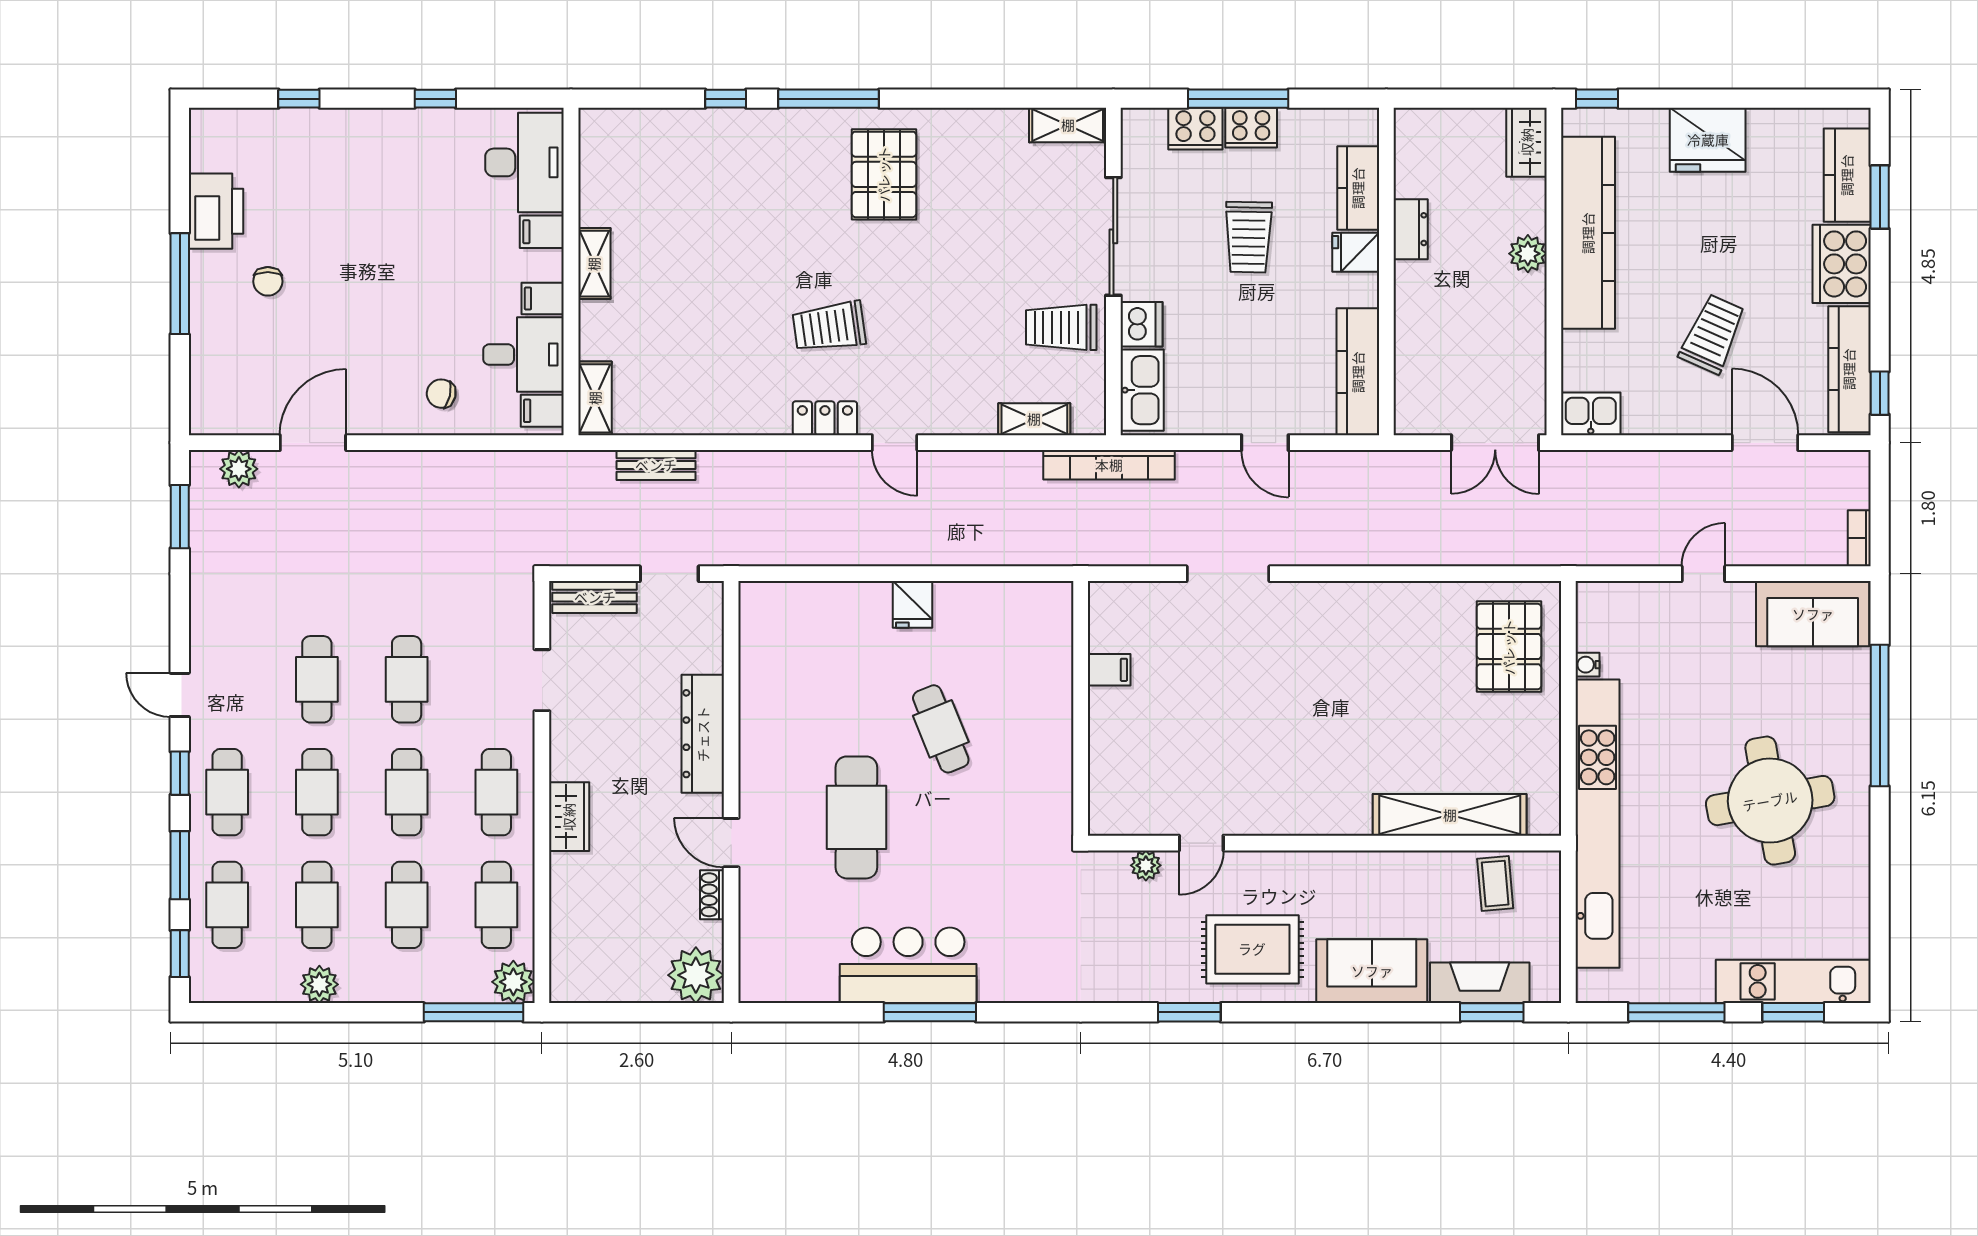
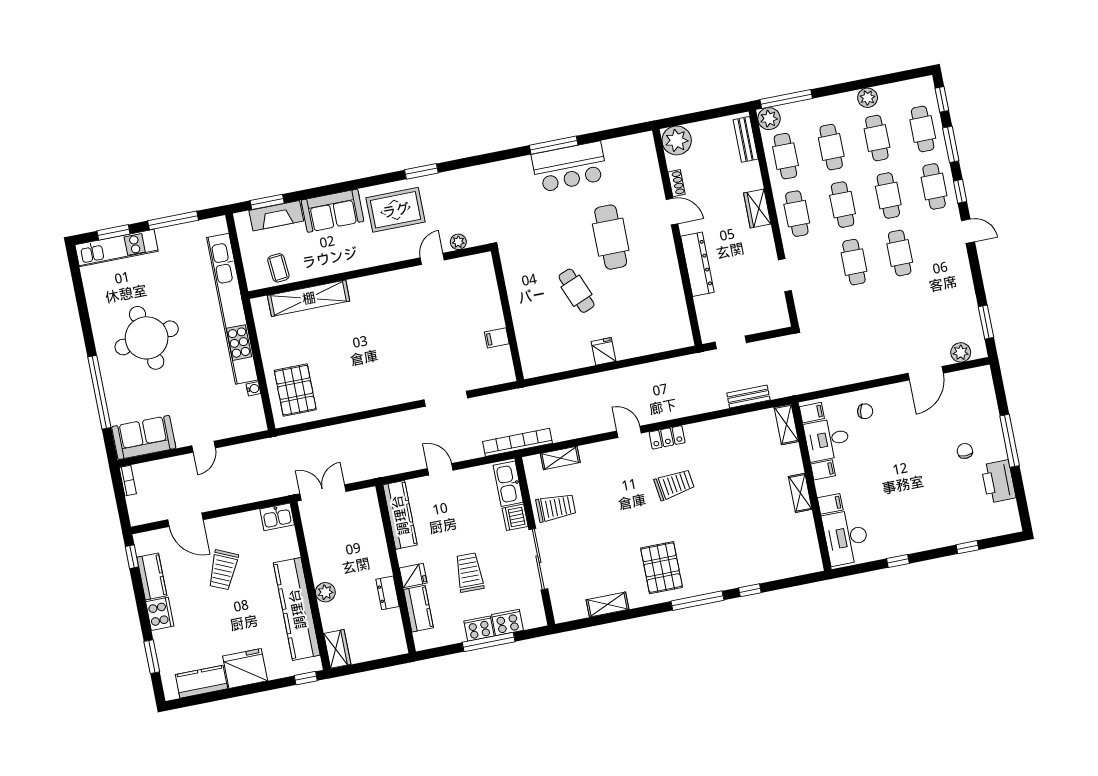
shelving: (1068, 125) -> (608, 604), moved
kitchen counter: (1847, 175) -> (201, 682), moved, turned -90
cooker: (1842, 264) -> (160, 614), width x0.73, depth x0.76
kitchen counter: (1849, 369) -> (152, 577), width x0.67
bench: (595, 597) -> (746, 139), moved, turned 90

